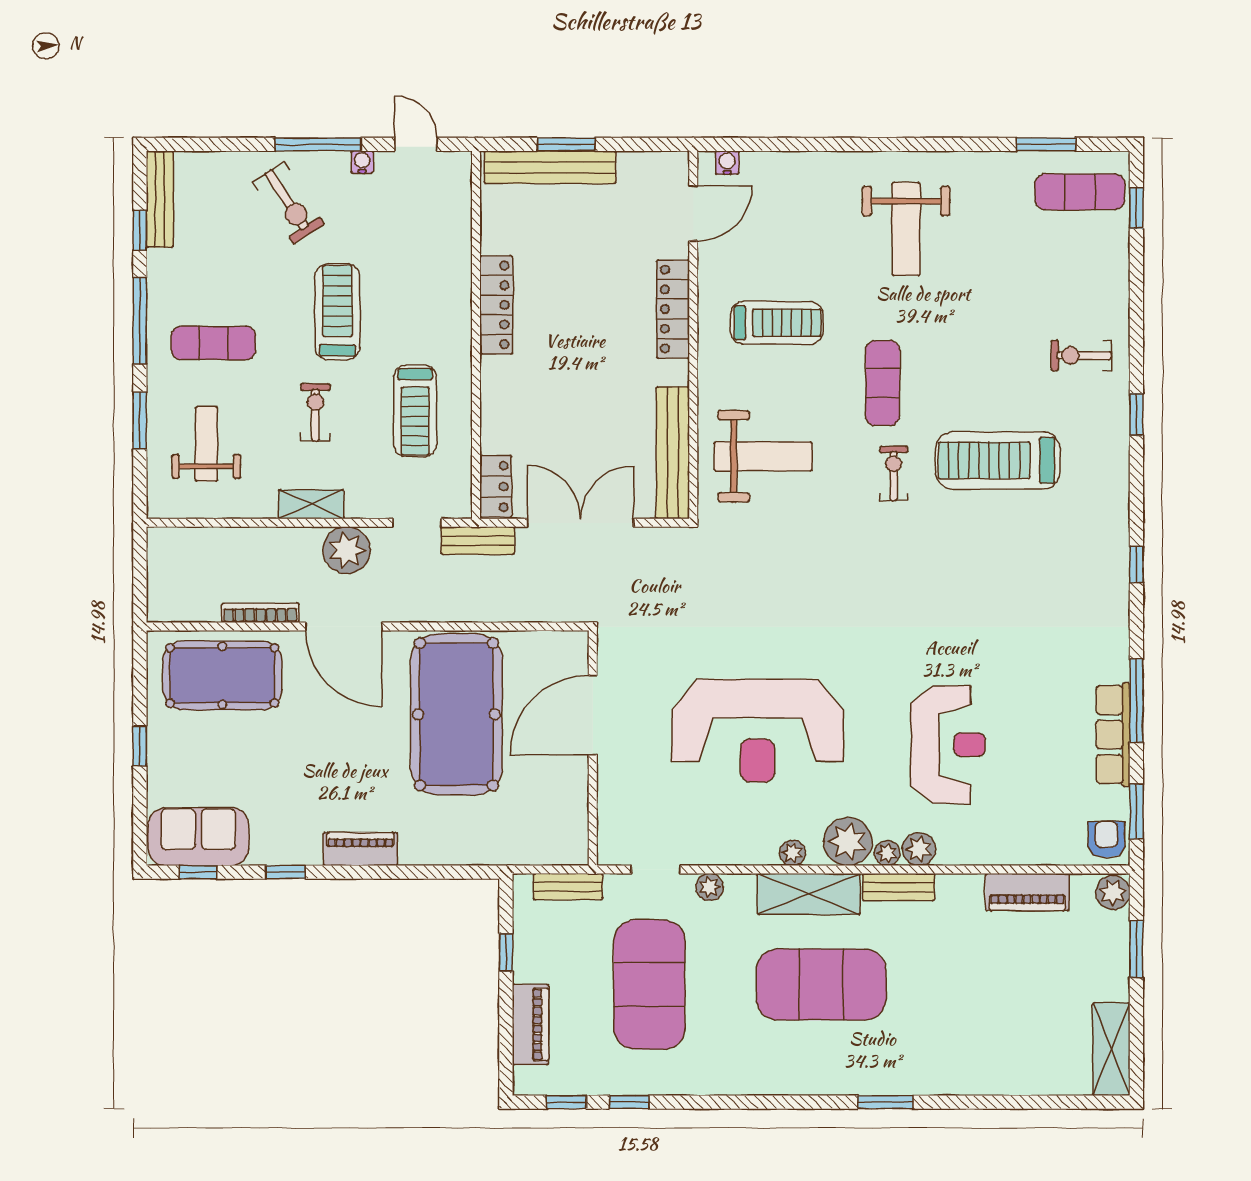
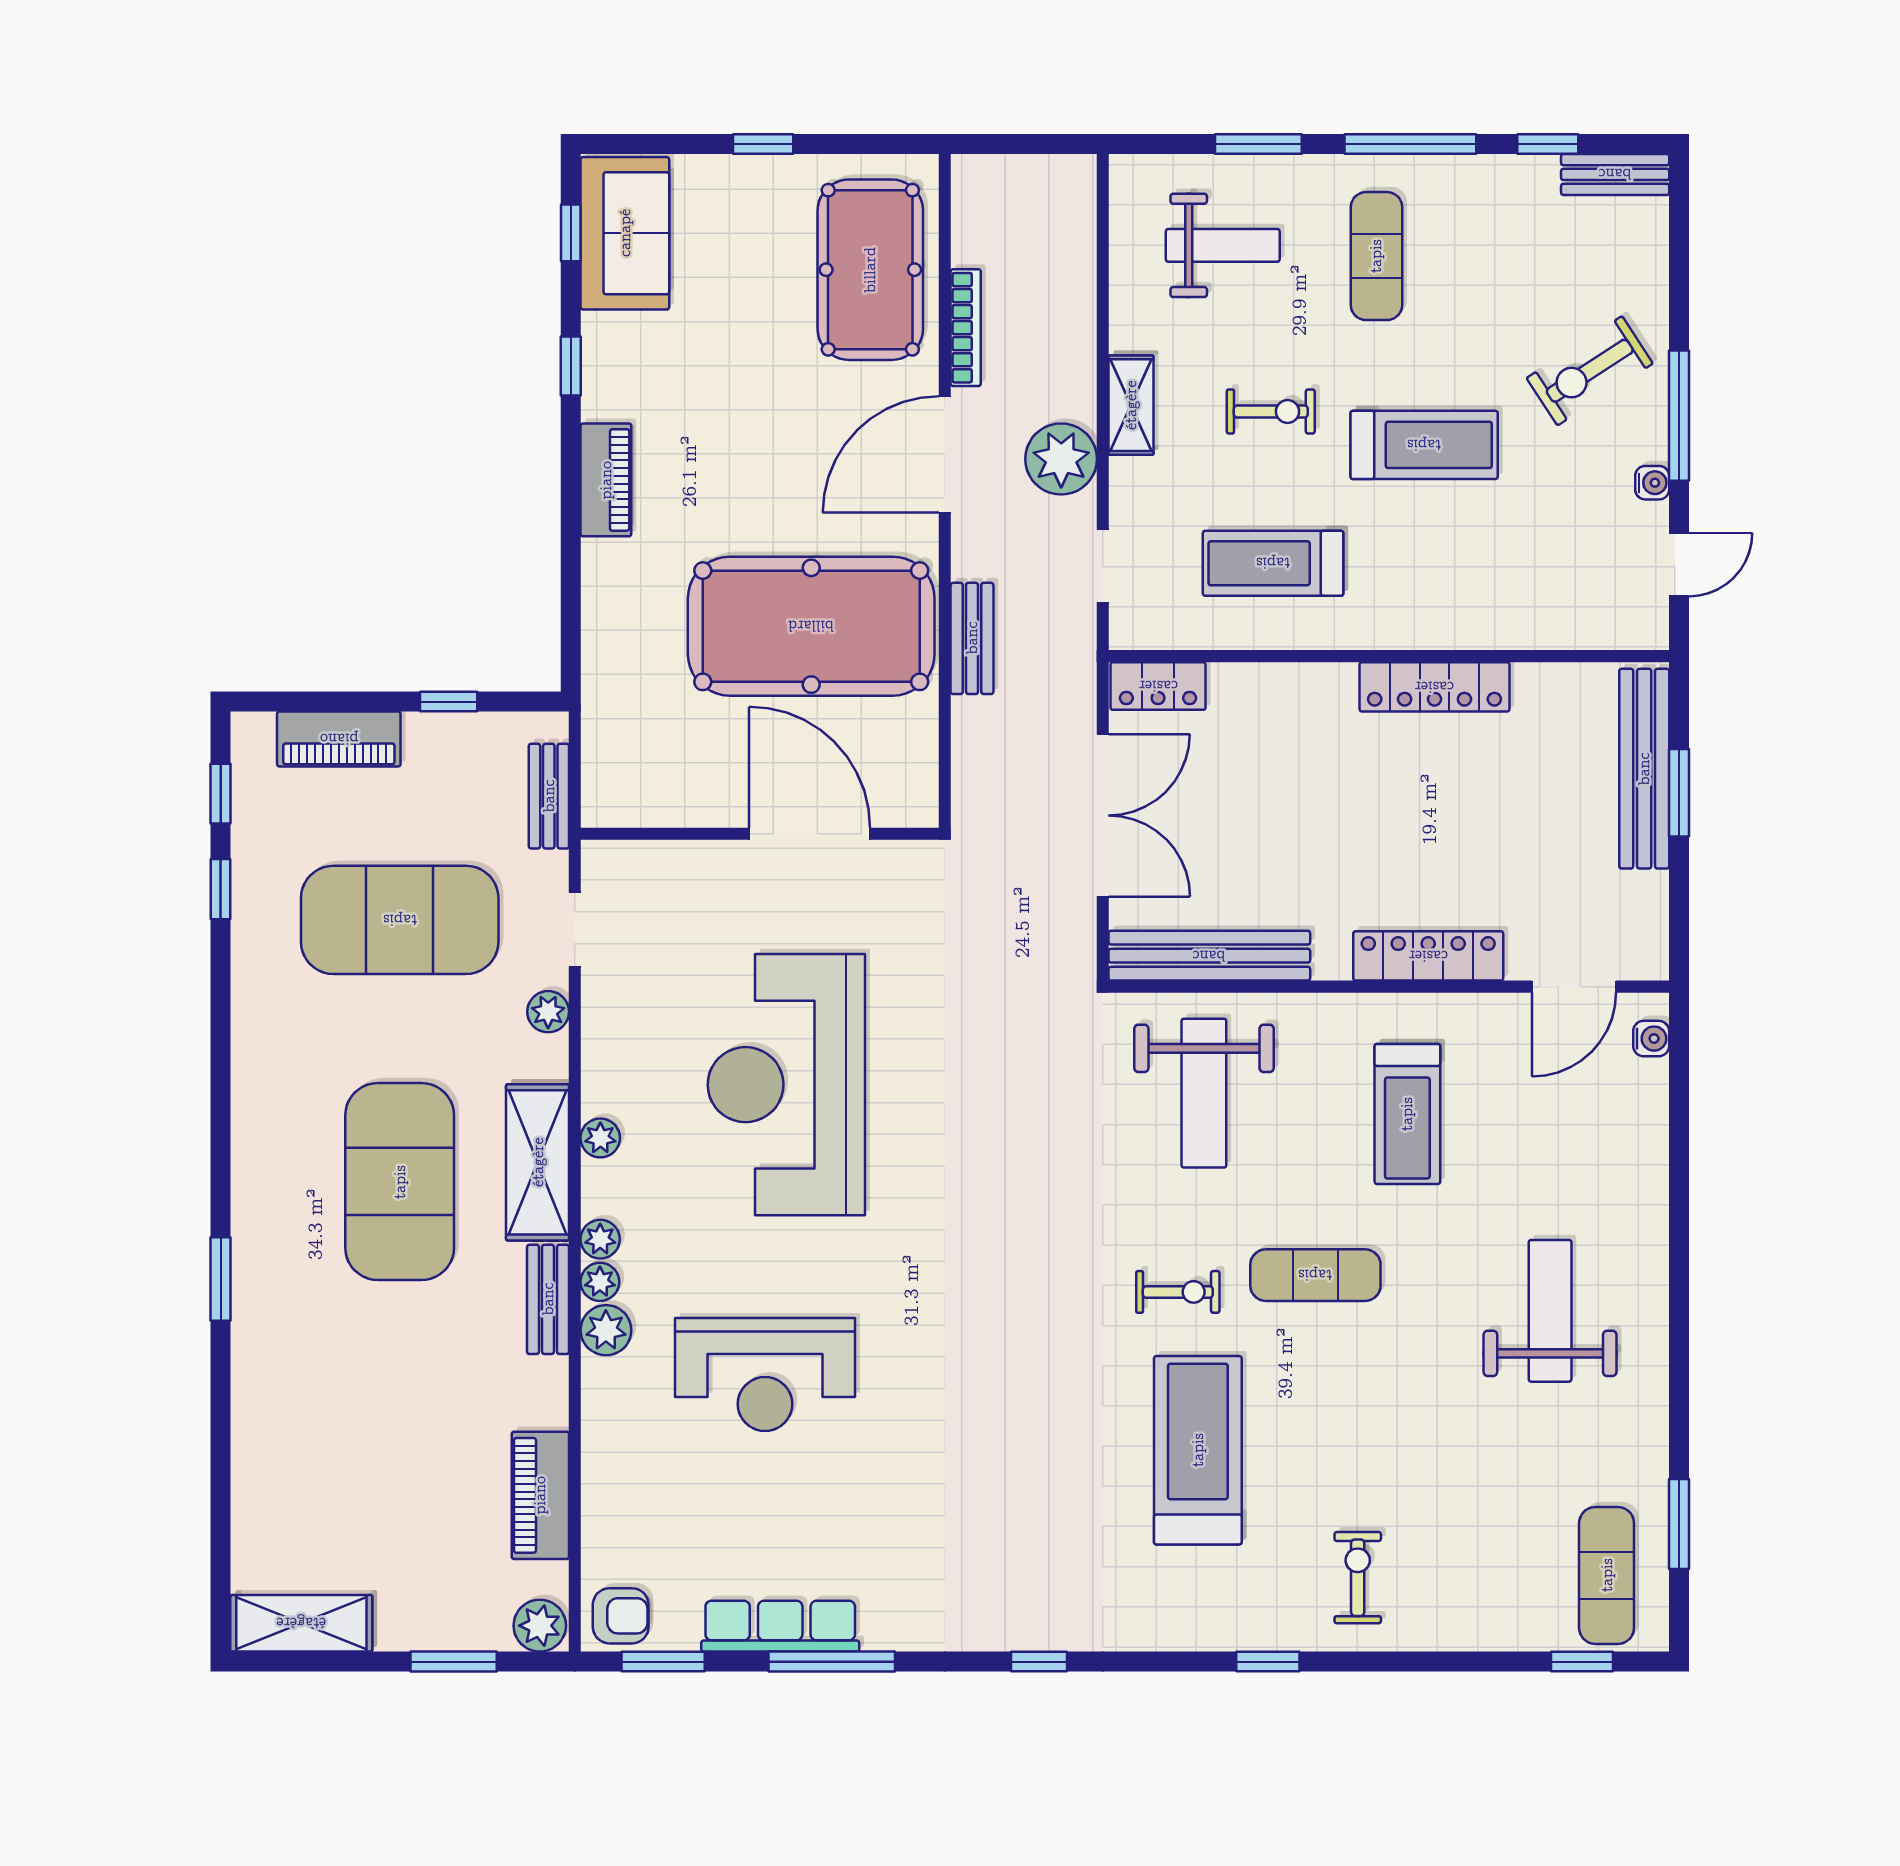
bench: (160, 199) -> (1615, 174), width x0.73
door: (693, 213) -> (1574, 987), hinge flipped
weight bench: (906, 229) -> (1550, 1311), turned 90
bench: (478, 541) -> (972, 638), moved
plant: (848, 842) -> (600, 1239), width x0.53, depth x0.53

